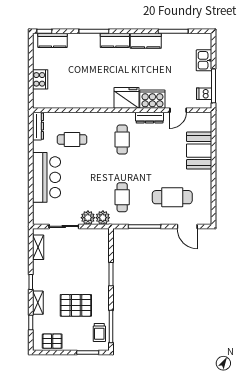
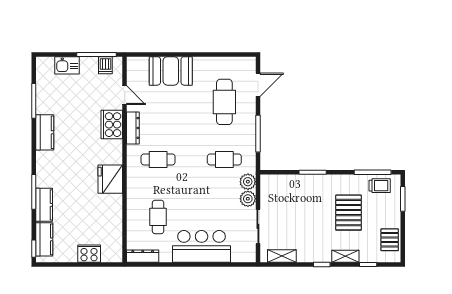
kitchen counter: (115, 40) -> (44, 205), moved
fridge: (127, 98) -> (110, 179), moved

